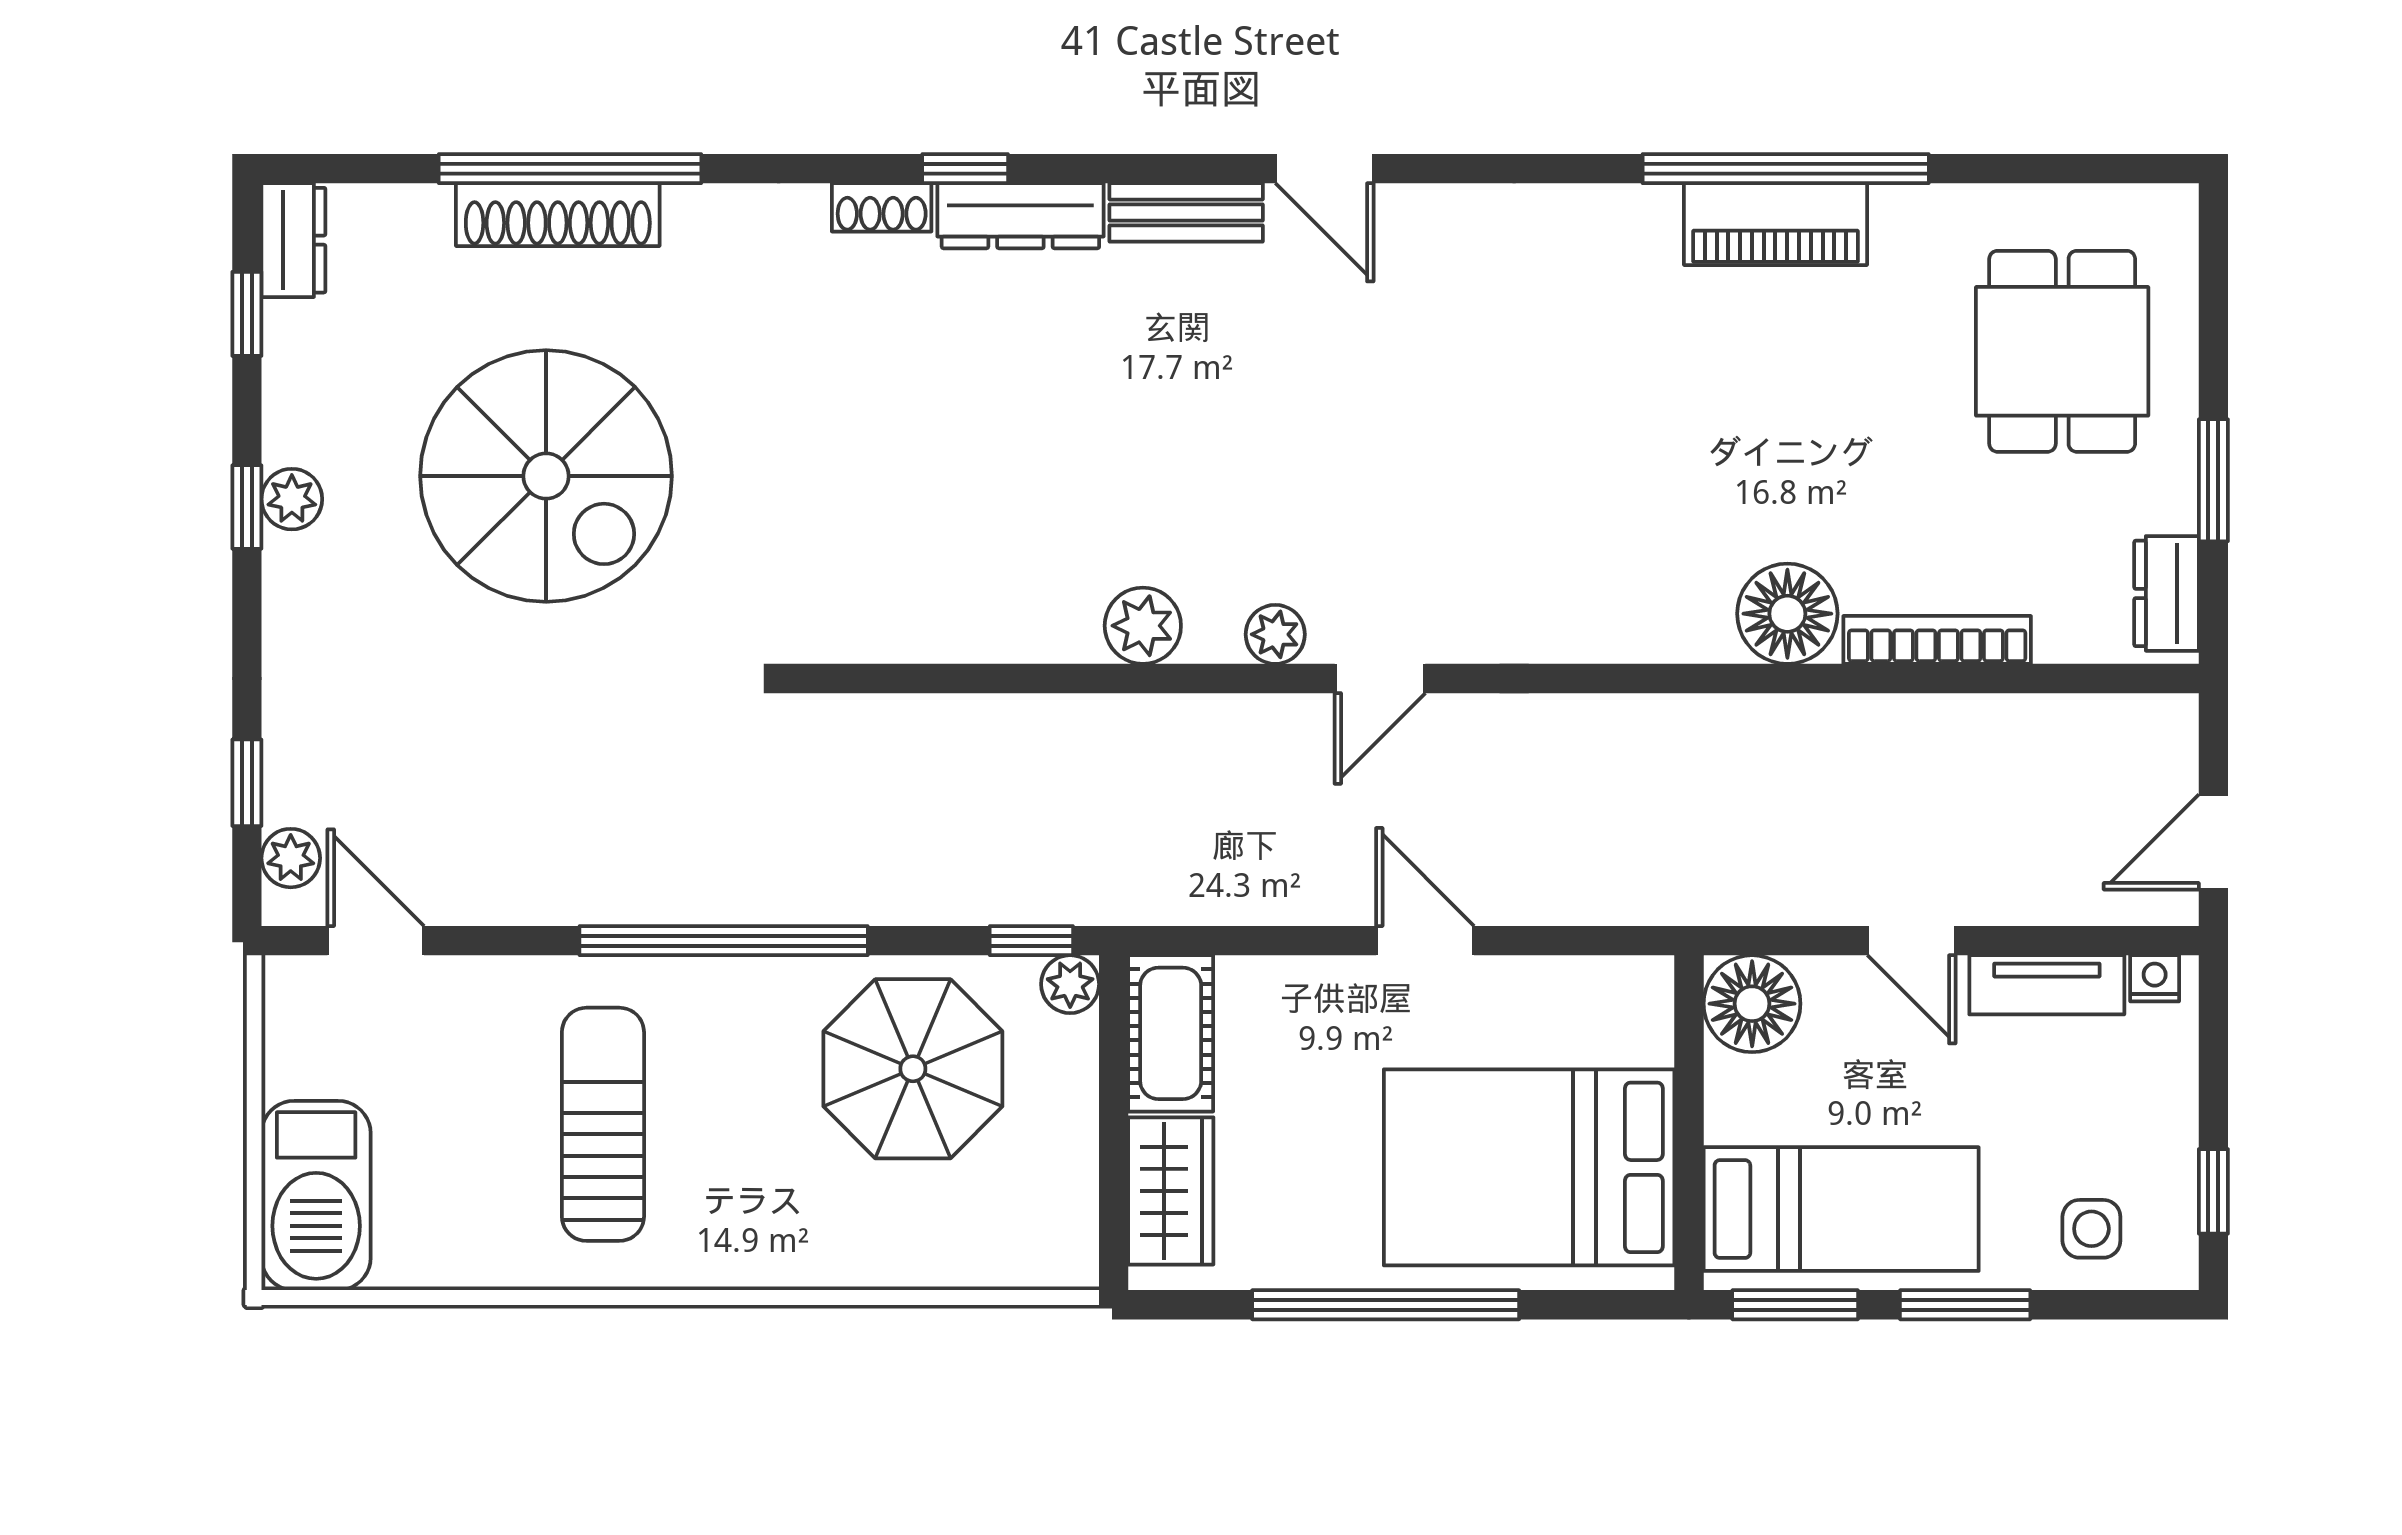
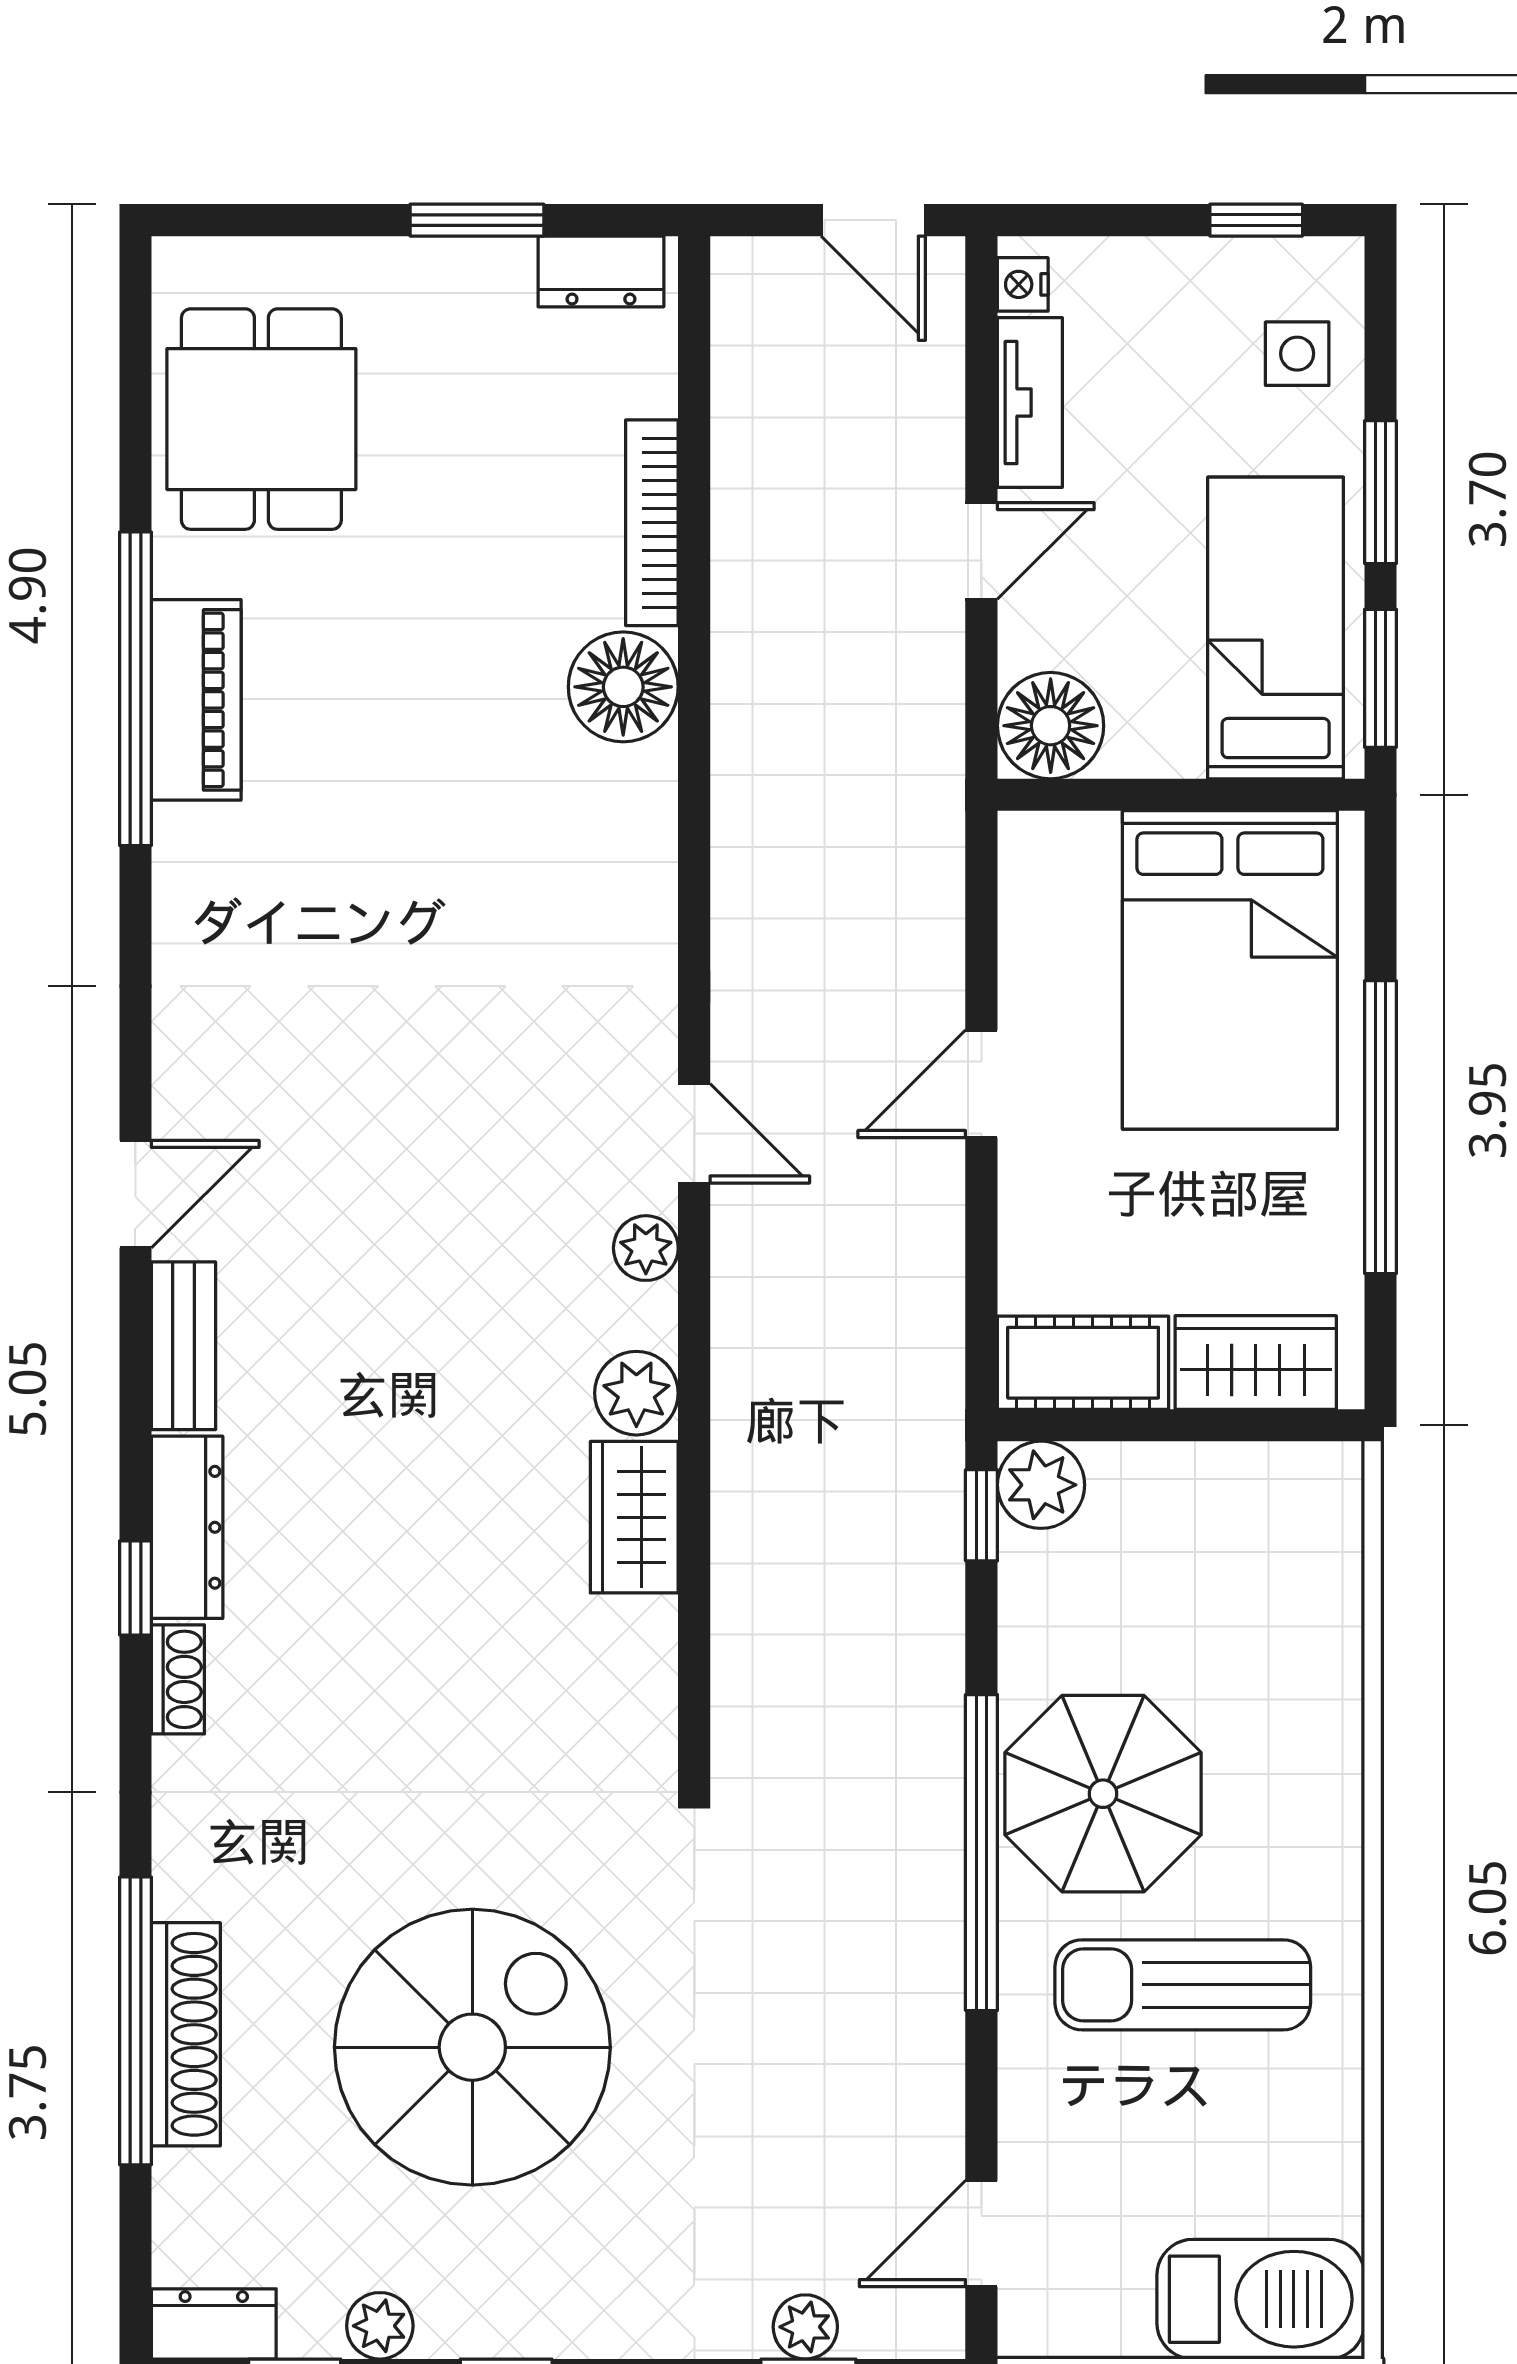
dining table: (2062, 351) -> (261, 419), moved, turned 90
plant: (292, 499) -> (380, 2326), moved
wardrobe: (1030, 624) -> (634, 1517), added
plant: (291, 858) -> (805, 2327), moved
plant: (1070, 984) -> (1041, 1485), width x1.38, depth x1.38
parasol: (913, 1069) -> (1103, 1794), moved

